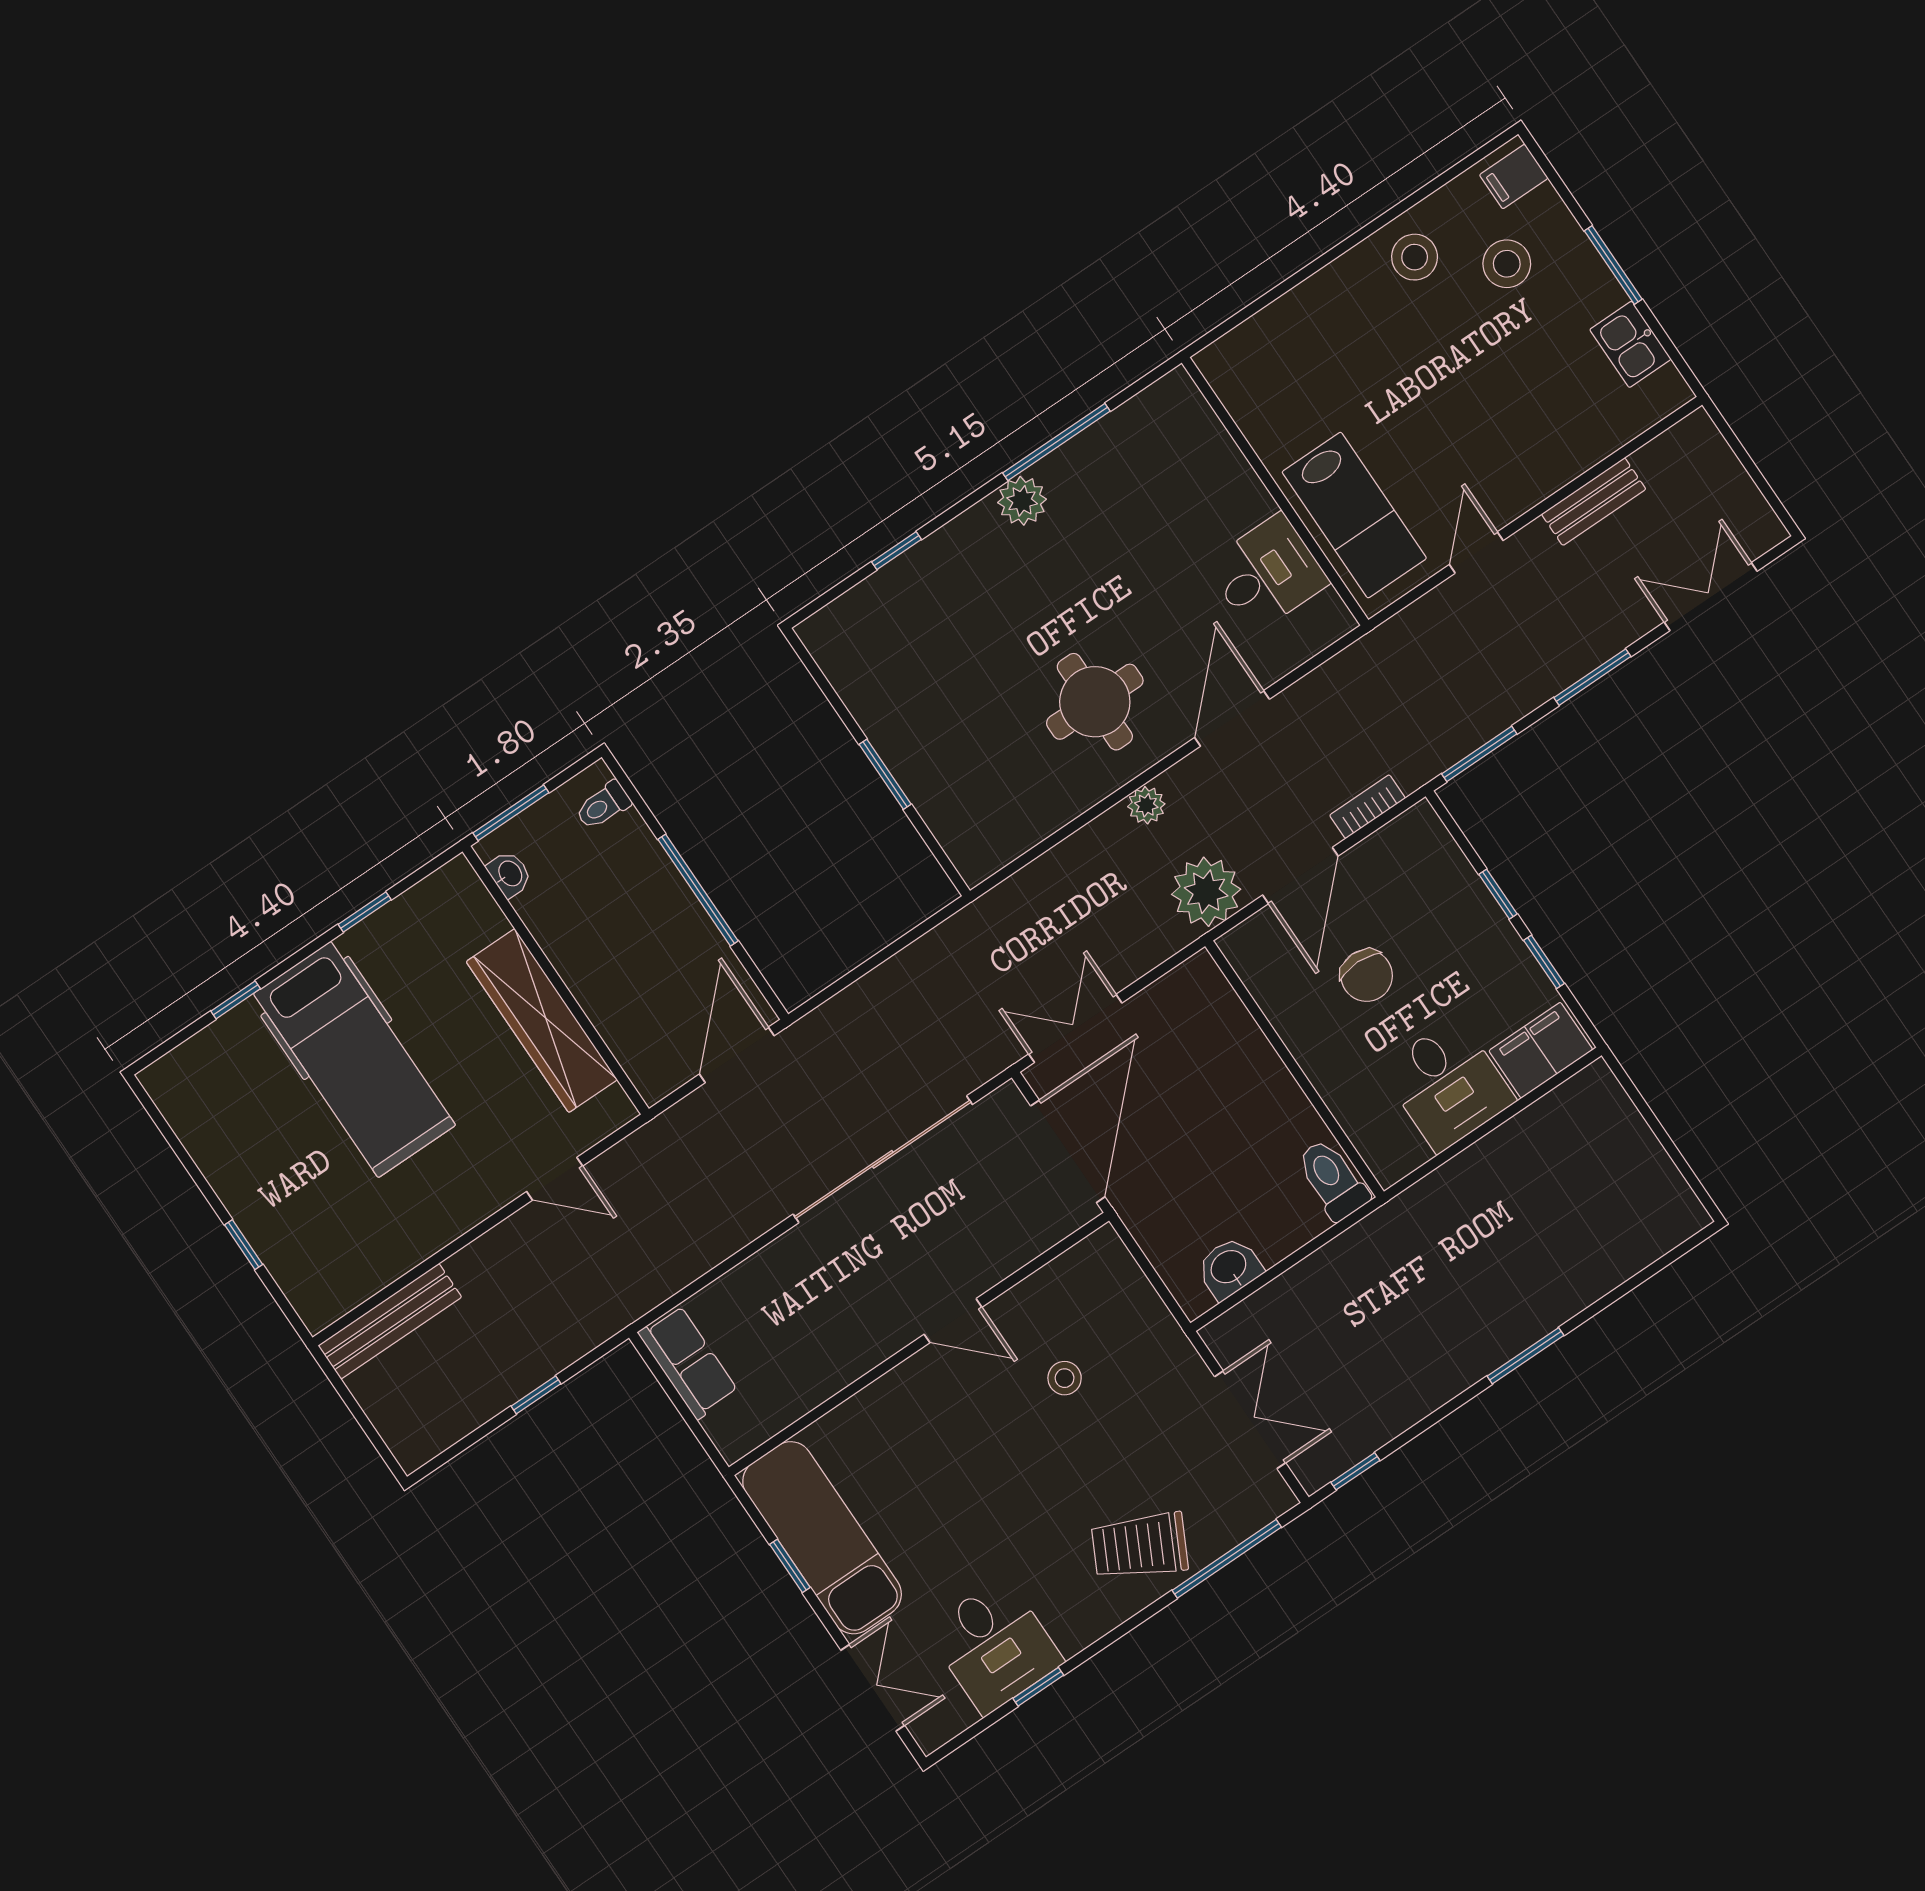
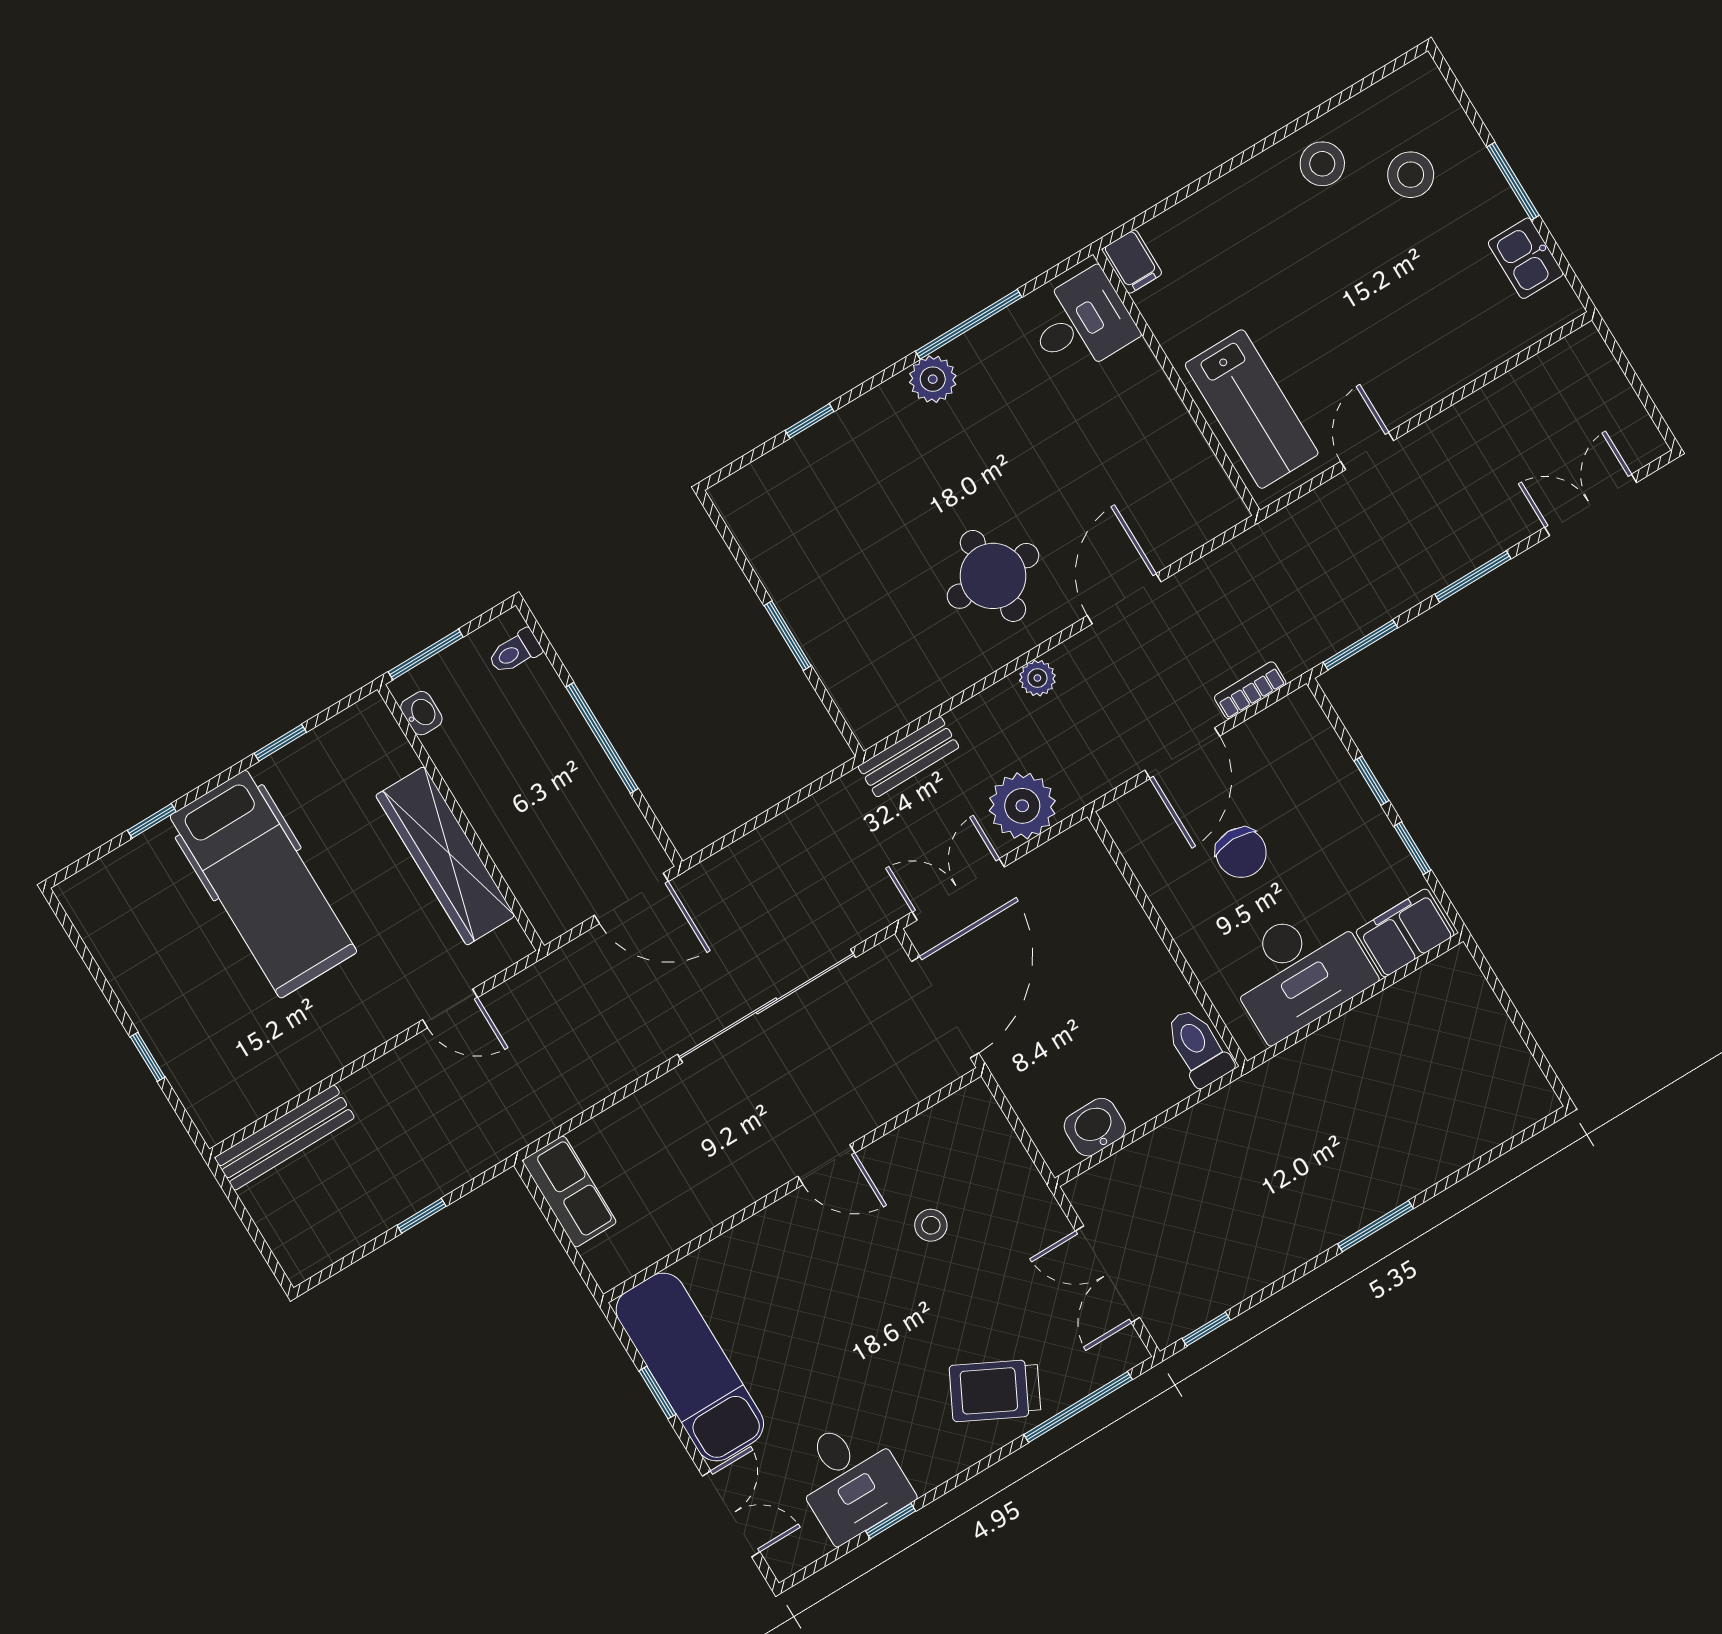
filing cabinet: (1514, 176) -> (1132, 262), moved, turned -90
bench: (1594, 502) -> (908, 757), moved
desk: (1267, 573) -> (1081, 323), moved
plant: (1206, 892) -> (1022, 806), moved
door: (737, 1055) -> (631, 898), swing flipped
desk: (1448, 1085) -> (1299, 971), width x1.37
double door: (1250, 1420) -> (1107, 1274), swing flipped

